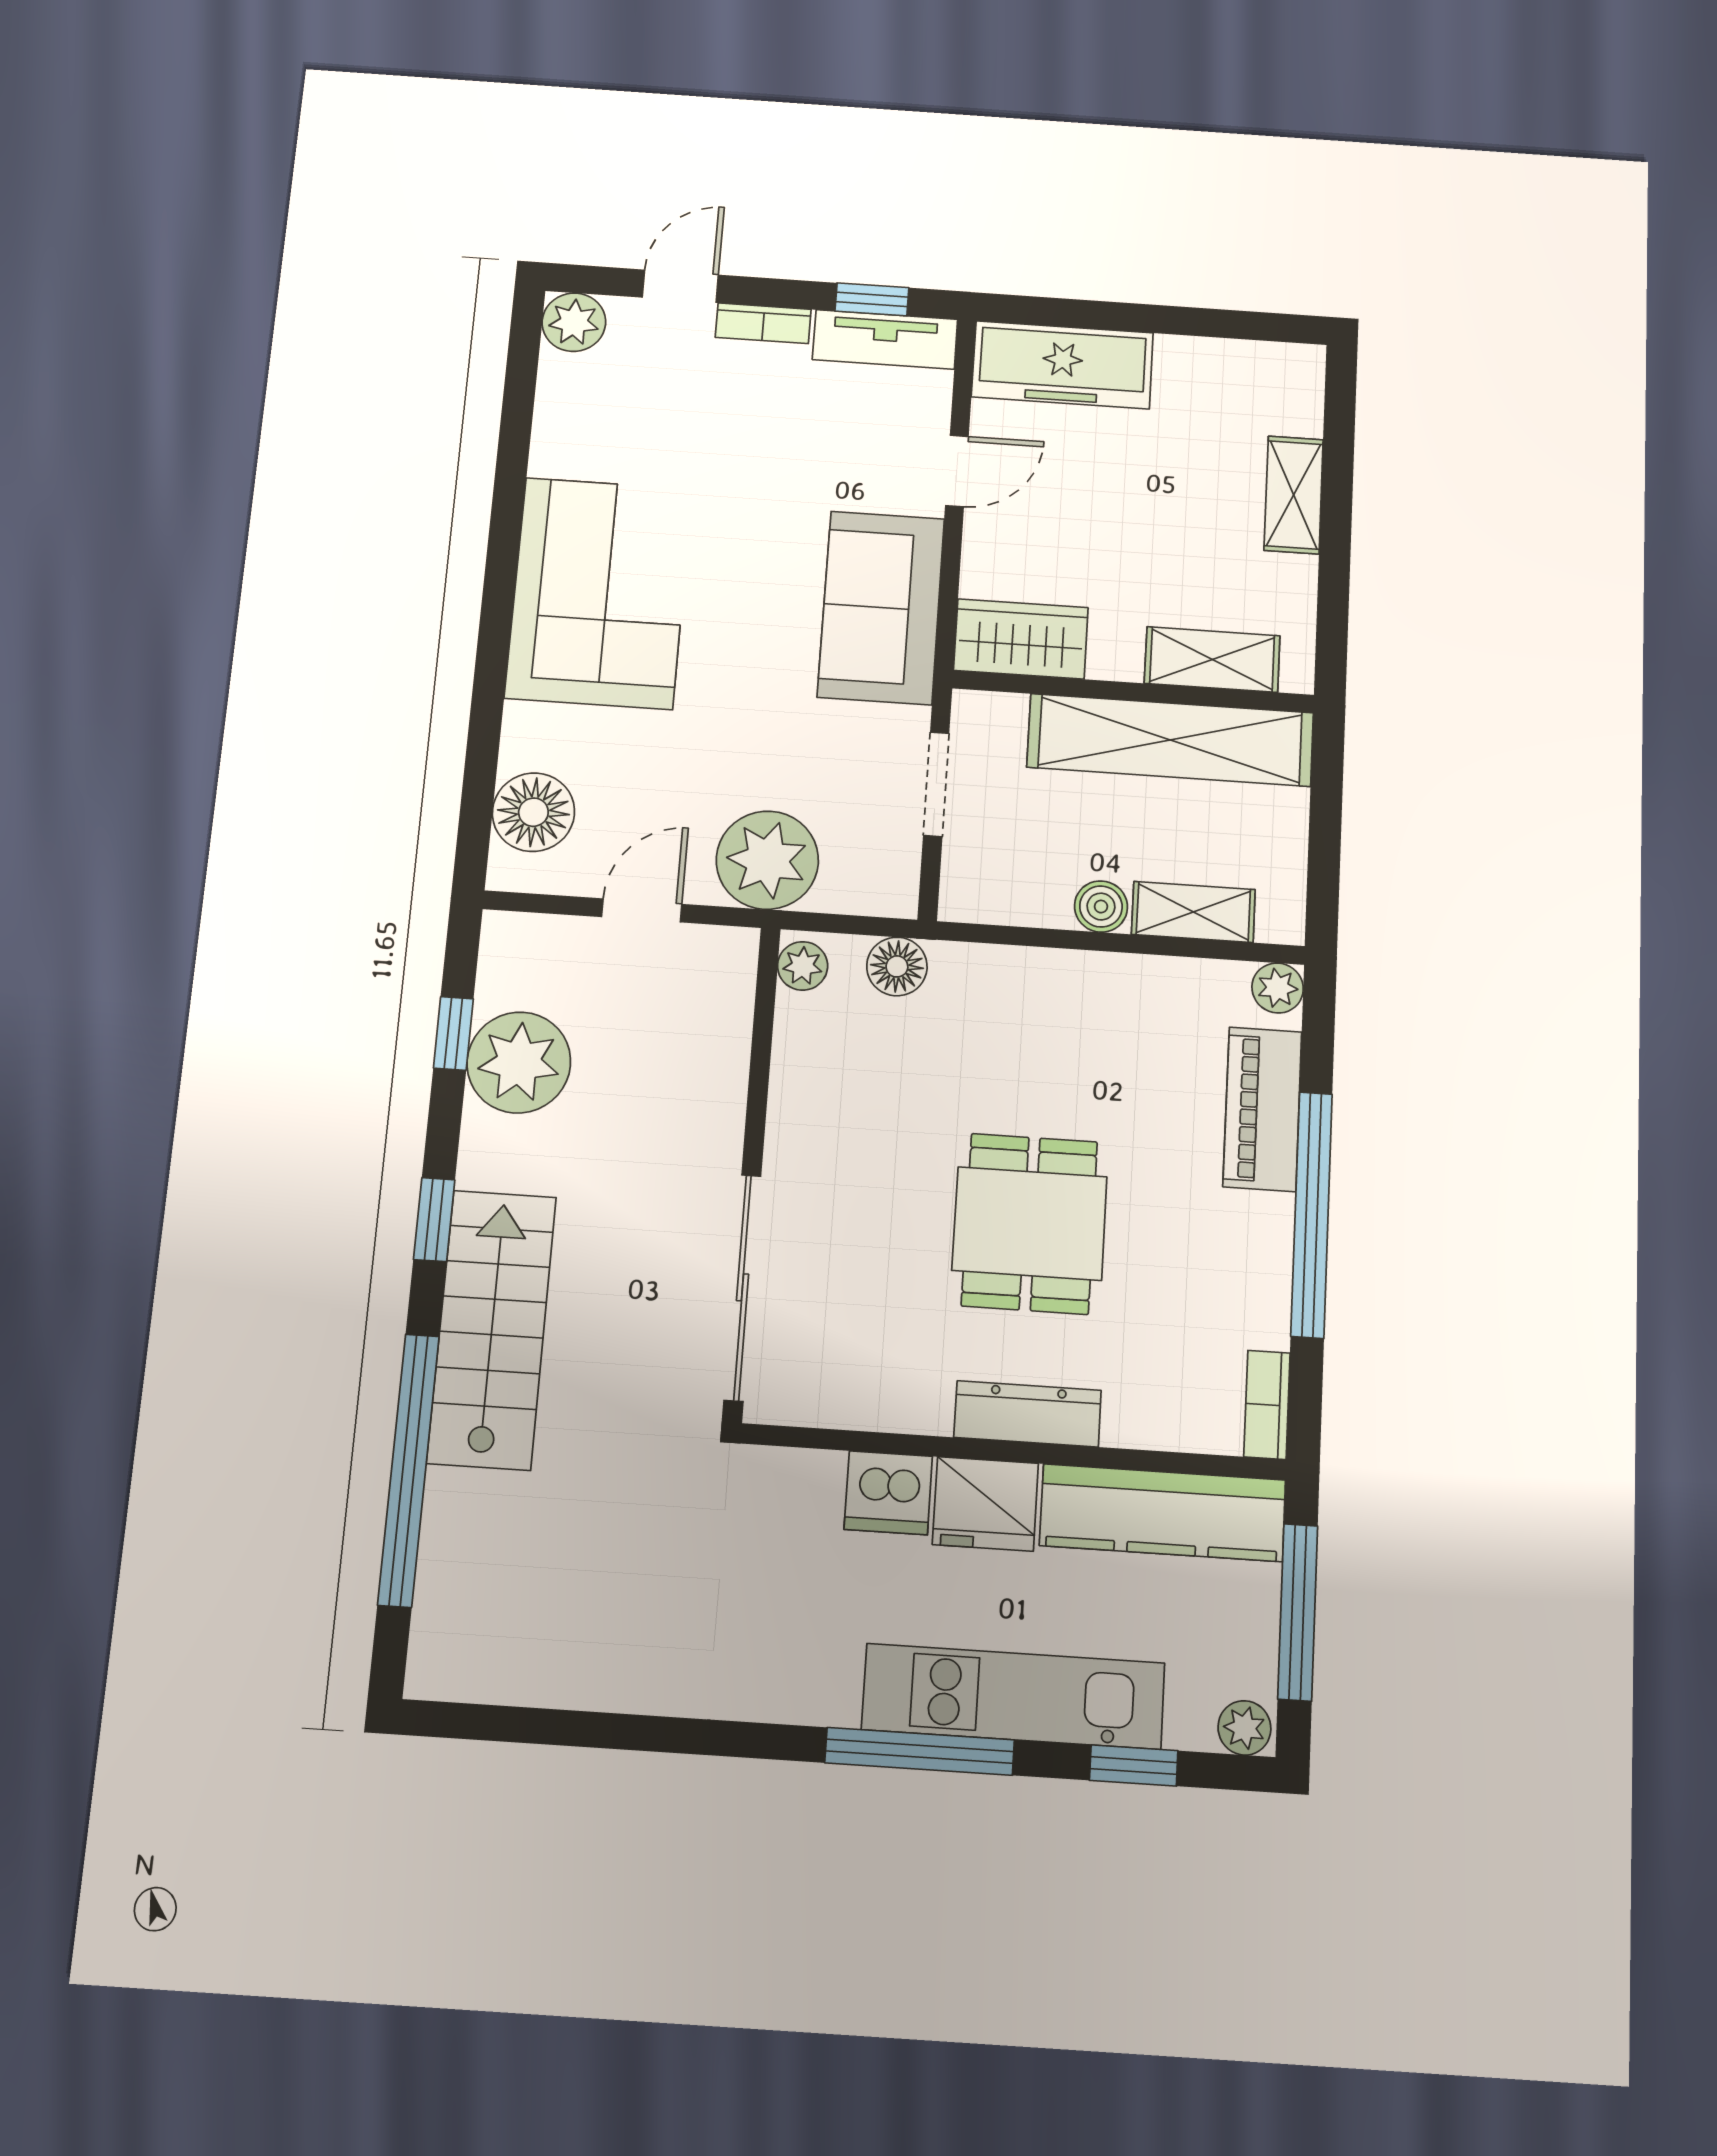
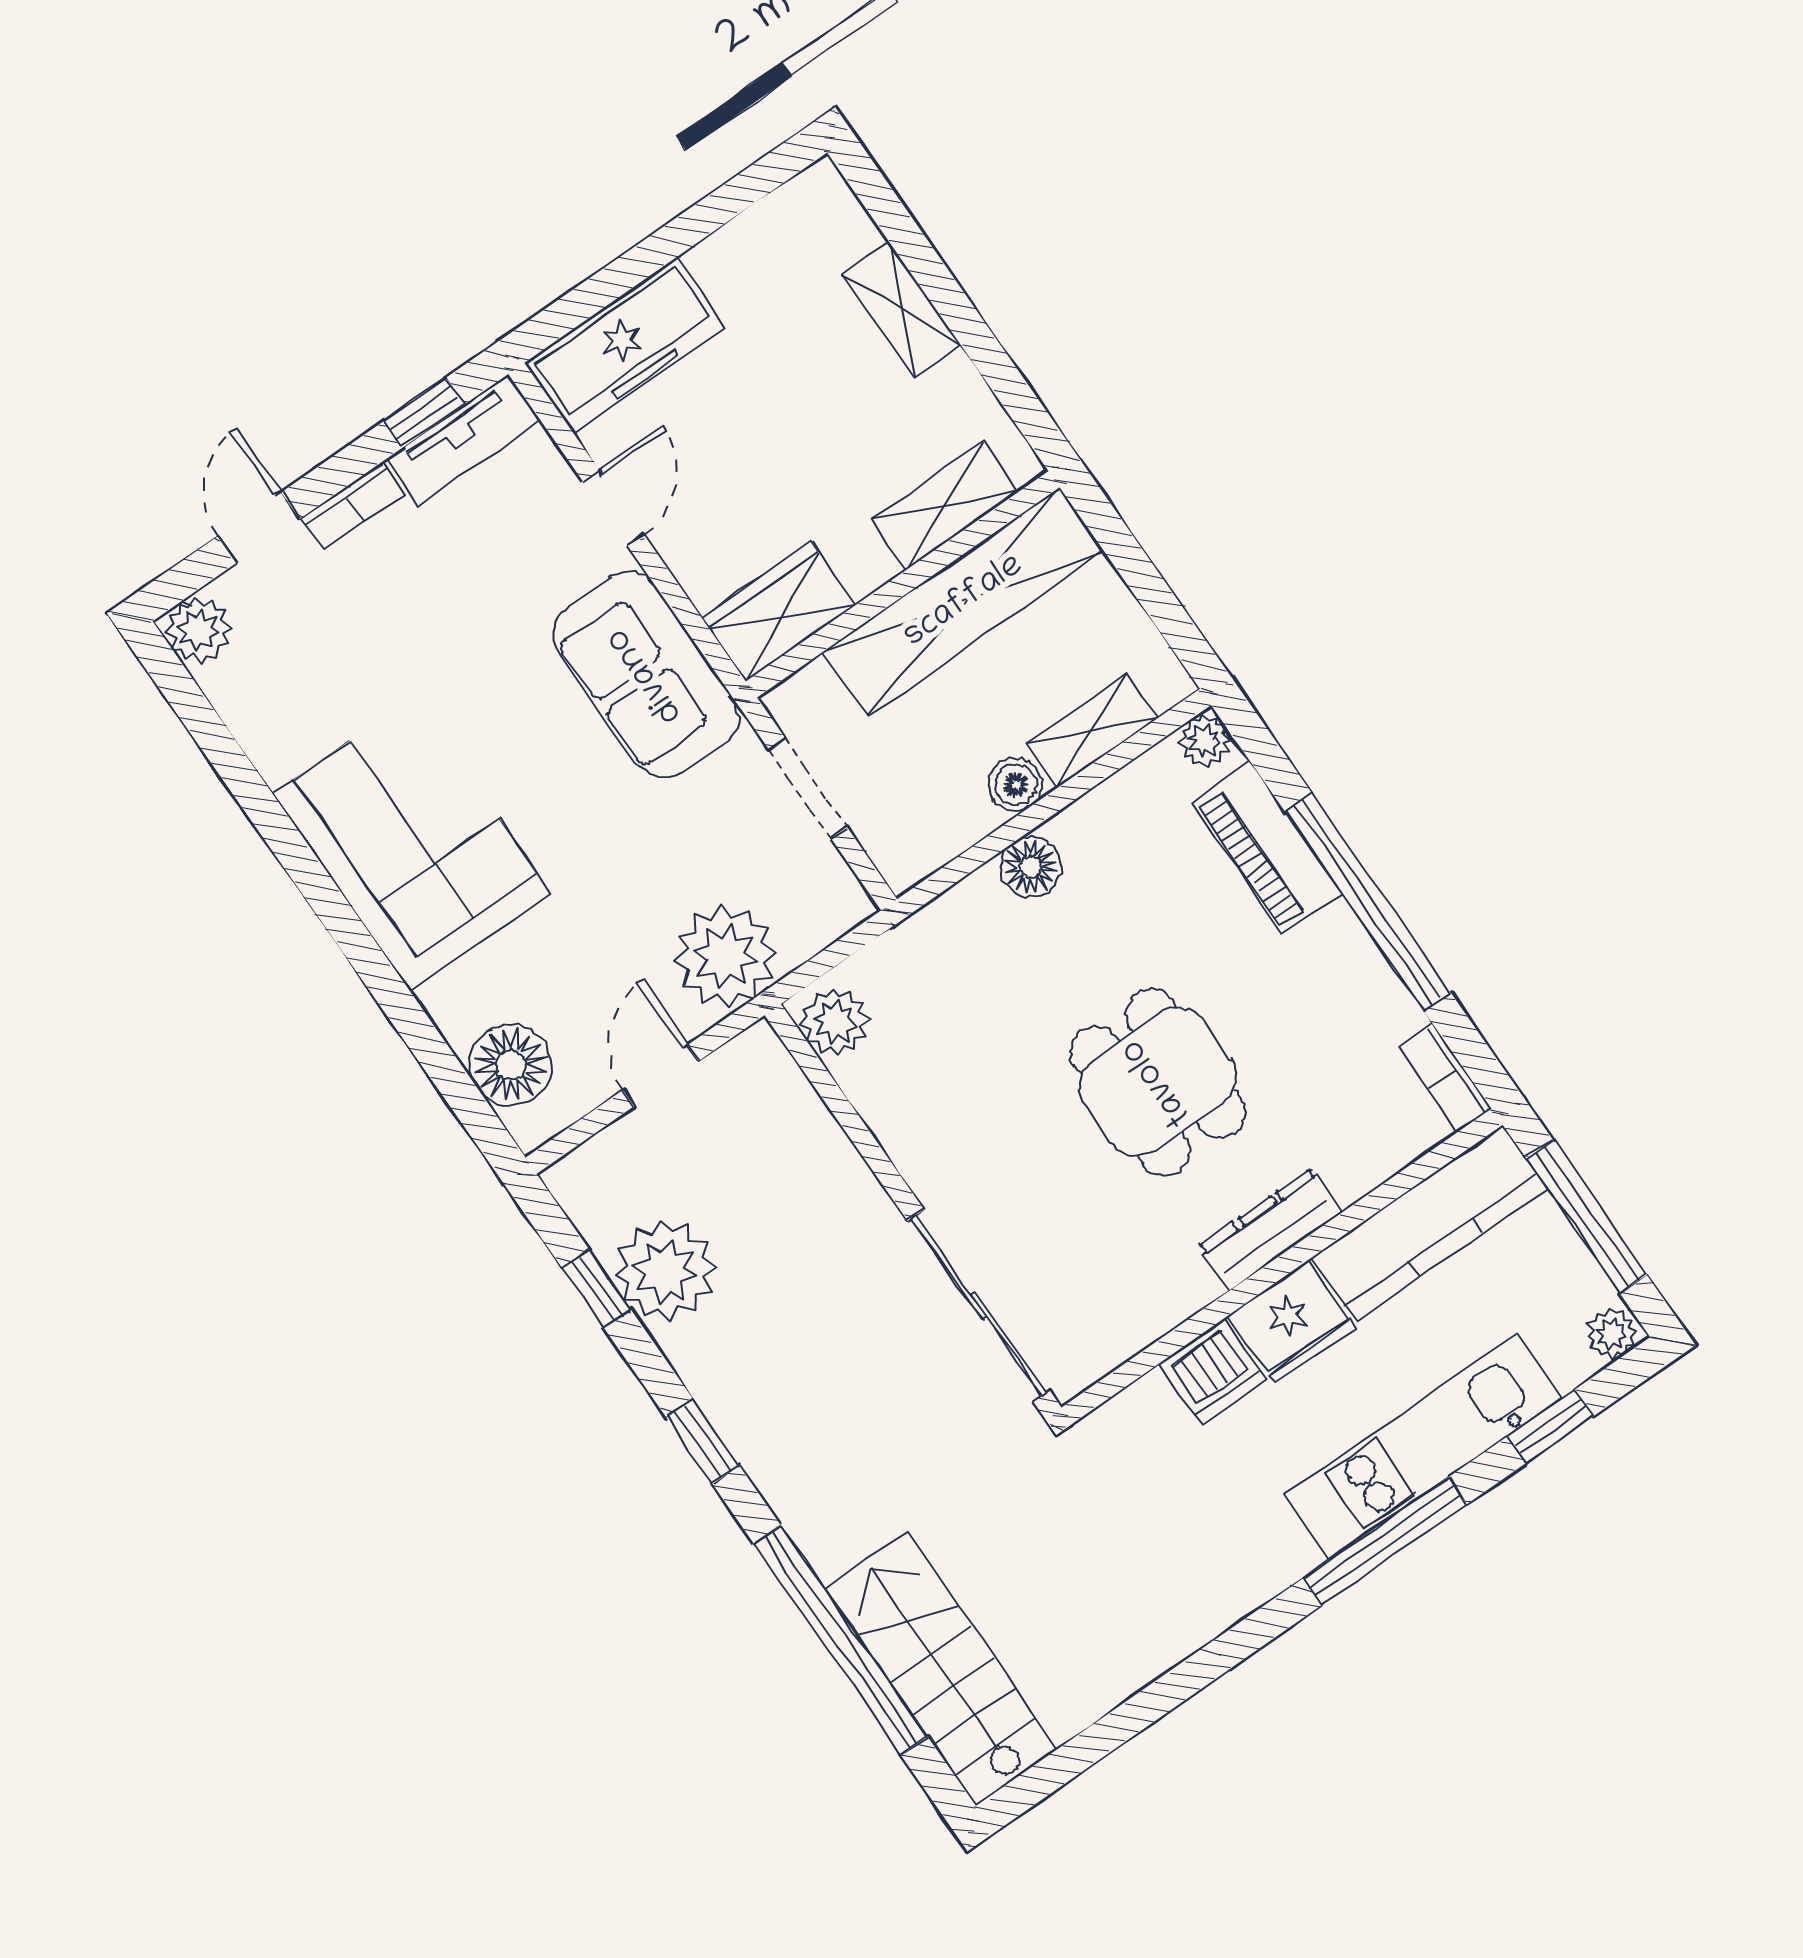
plant: (803, 966) -> (835, 1022), width x1.38, depth x1.38
floor lamp: (897, 966) -> (1031, 867), moved
stairs: (492, 1329) -> (941, 1669), moved

